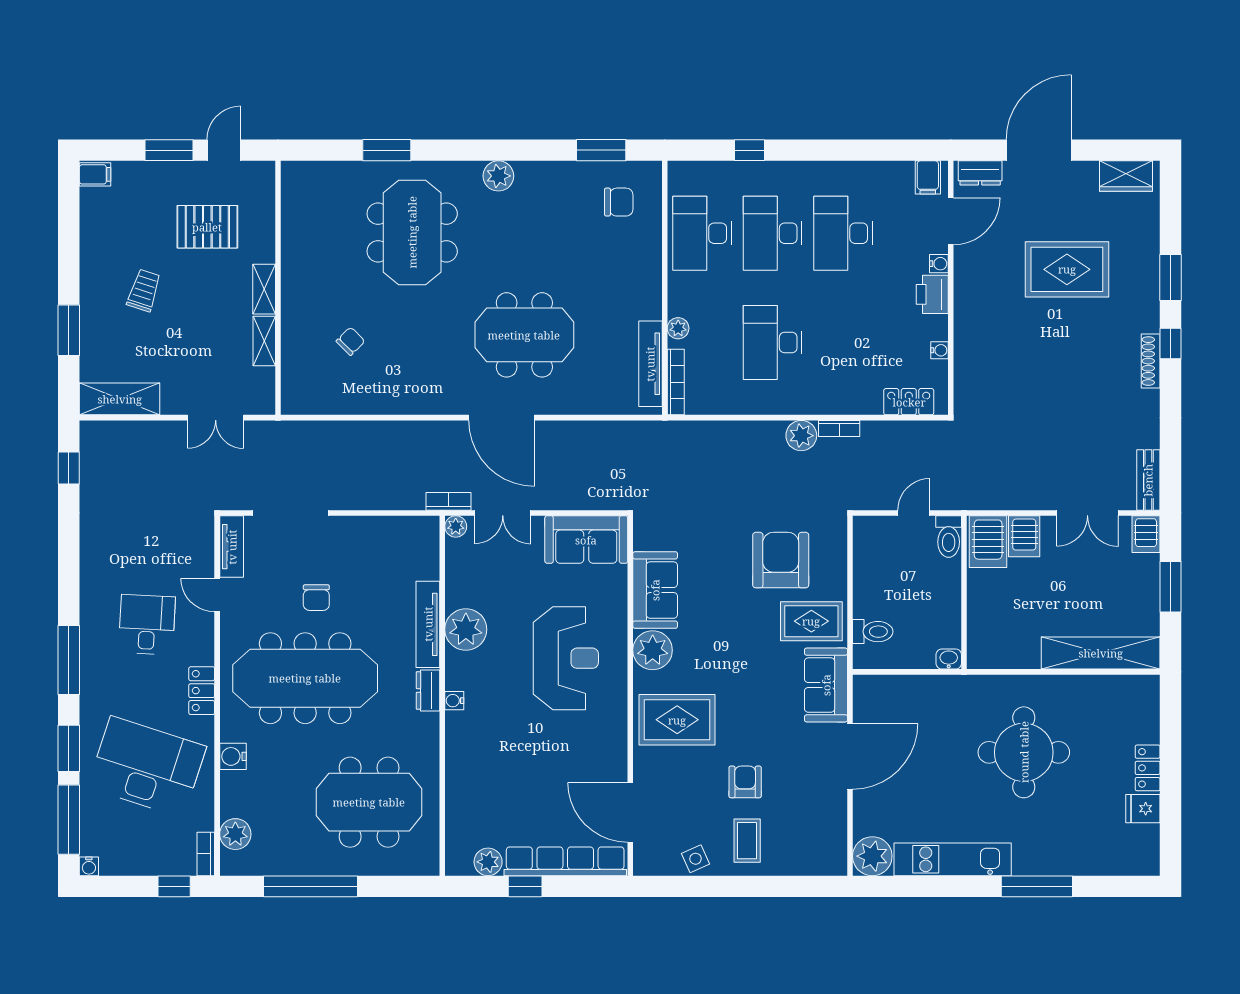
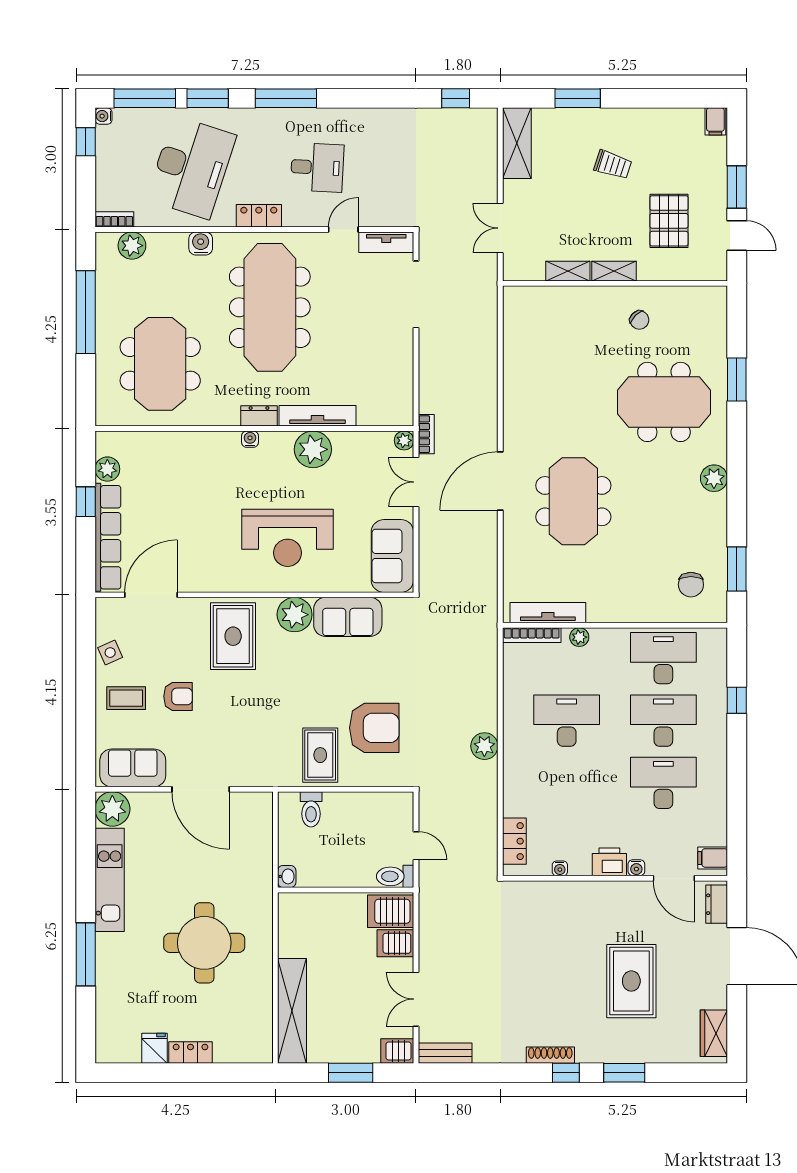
chair: (351, 341) -> (639, 320), moved
bookcase: (839, 428) -> (491, 780), removed
chair: (316, 598) -> (341, 317), removed
sofa: (826, 685) -> (133, 768), moved
window: (174, 886) -> (86, 142), moved

